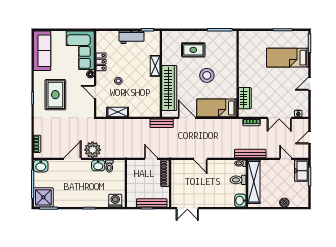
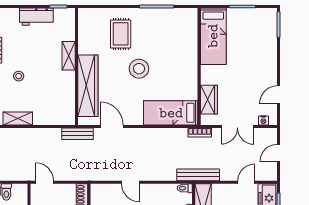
rug: (193, 50) -> (121, 34), turned 90
bed: (288, 58) -> (213, 36), moved, turned -90
wall: (238, 74) -> (199, 66), moved
door: (310, 84) -> (279, 95), moved
wardrobe: (245, 98) -> (209, 100), moved
bed: (217, 108) -> (171, 113), moved
door: (151, 159) -> (45, 182), moved
door: (286, 159) -> (246, 182), hinge flipped

